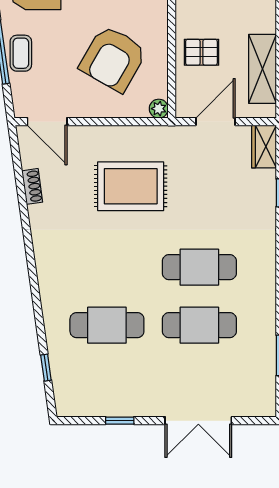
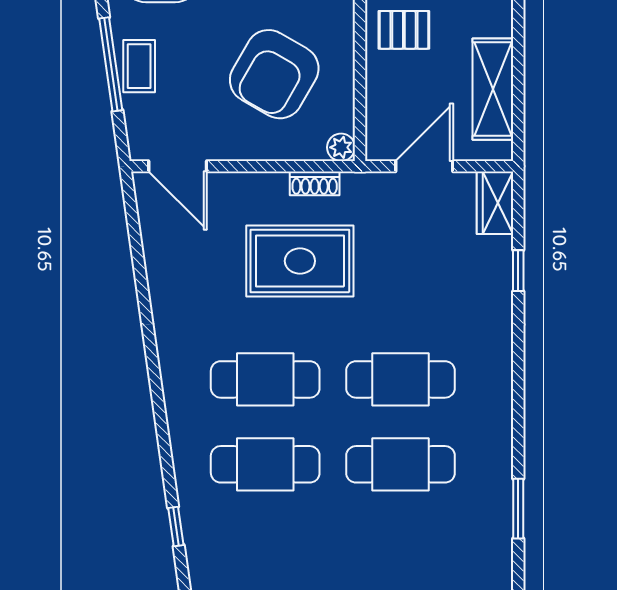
pallet: (201, 52) -> (404, 30), moved
shoe rack: (32, 186) -> (315, 183), moved, turned 98
cafe table: (107, 267) -> (265, 379), added

